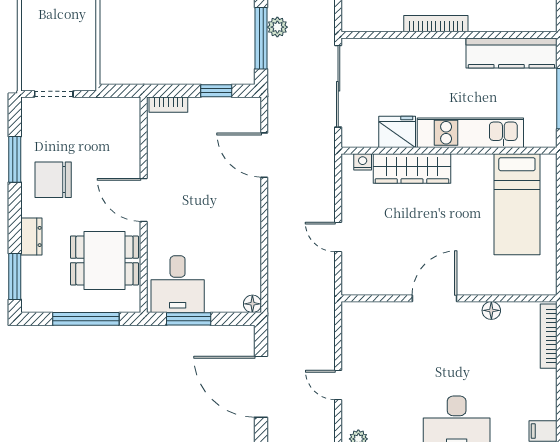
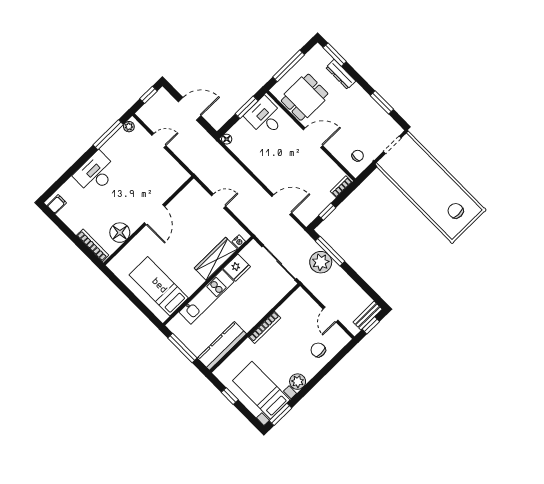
plant: (277, 27) -> (321, 262), width x1.88, depth x1.88
chair: (53, 180) -> (358, 156), moved, width x0.54, depth x0.54
dresser: (31, 236) -> (341, 74), width x1.44
floor lamp: (491, 310) -> (120, 233), width x1.89, depth x1.89
door: (261, 387) -> (190, 109), width x0.73

